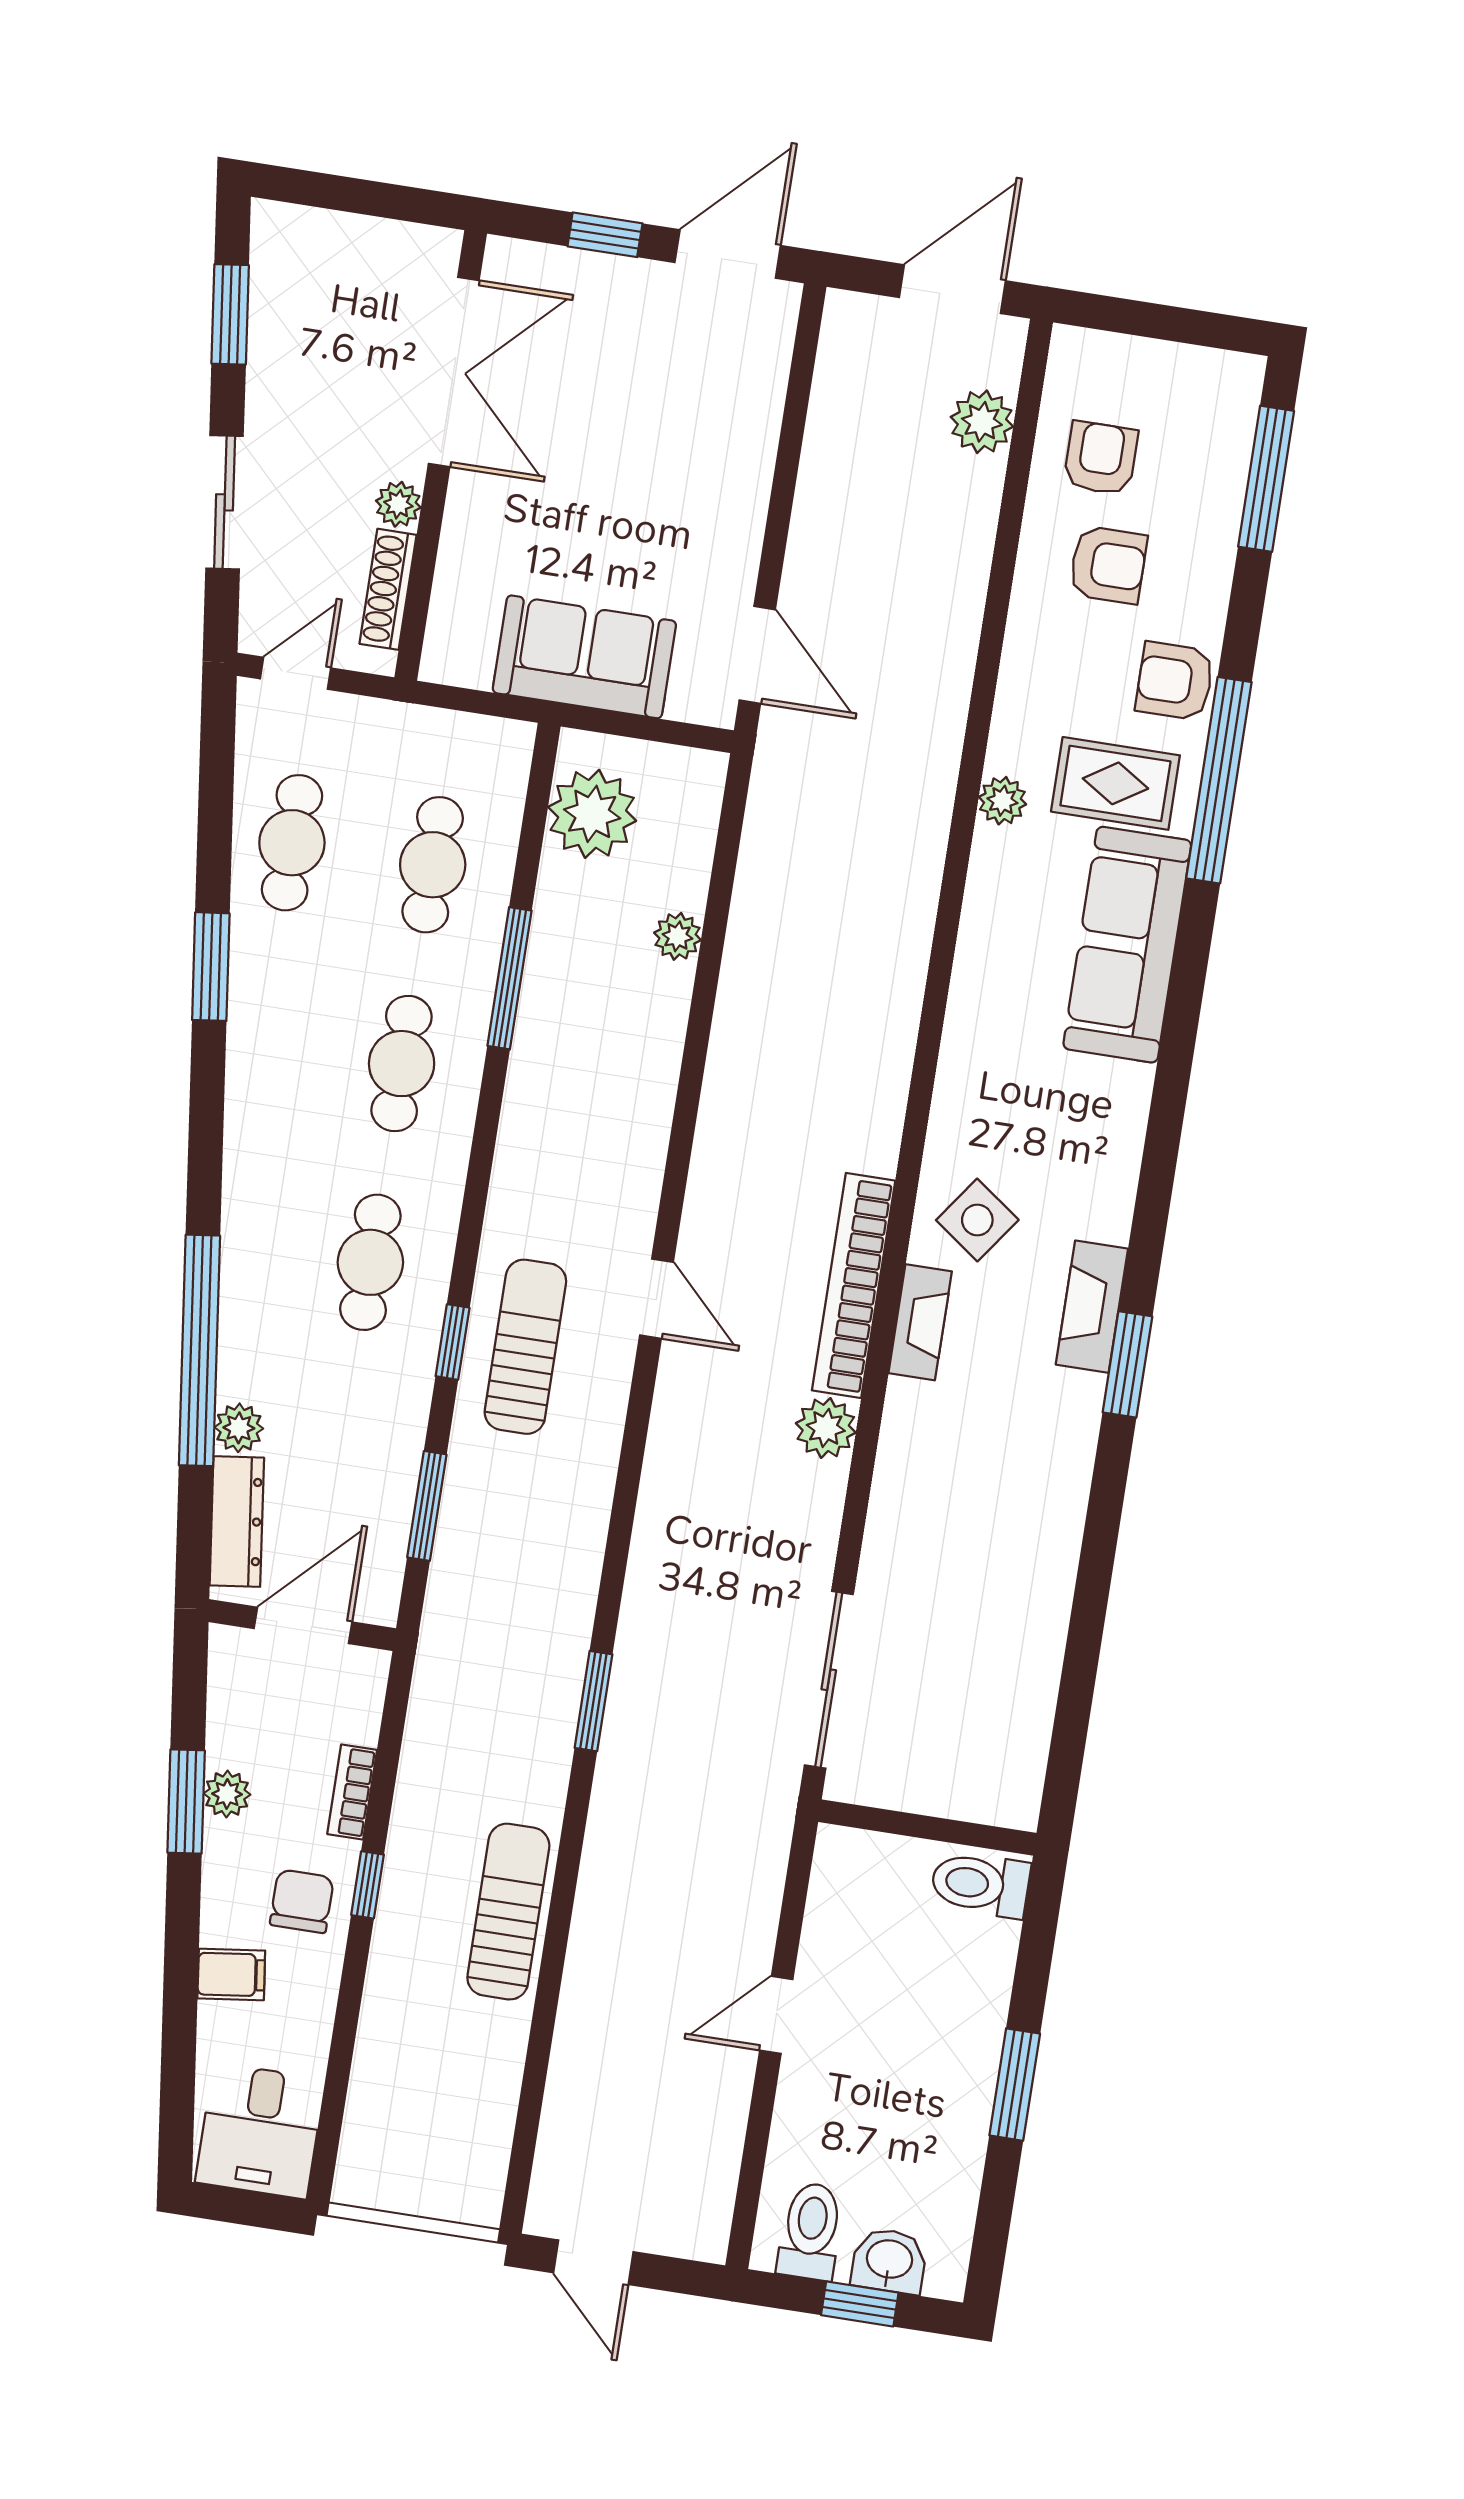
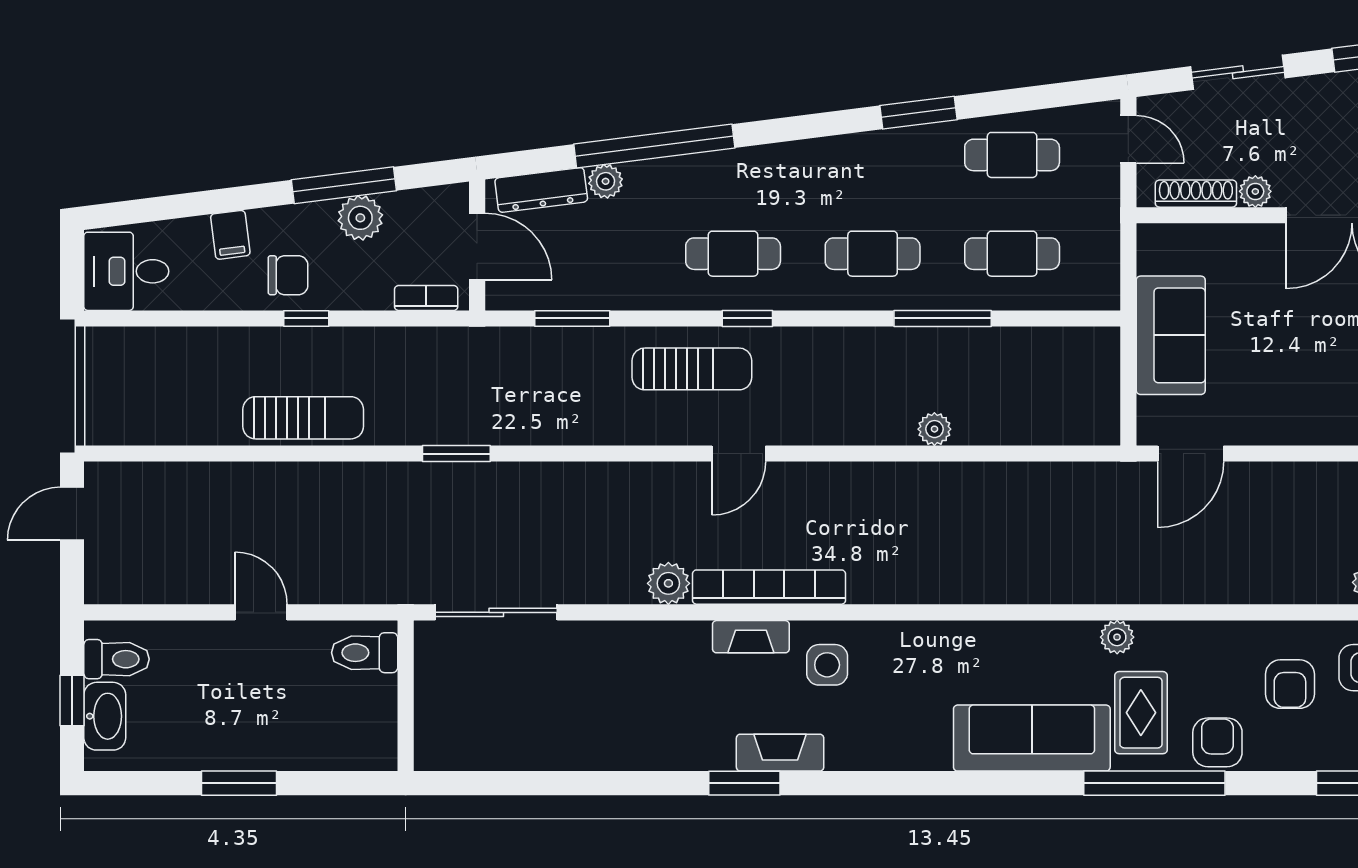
plant: (592, 814) -> (1064, 357), removed
plant: (678, 936) -> (934, 429), moved
side table: (977, 1220) -> (827, 665), turned -36
window: (453, 1342) -> (747, 318), moved
bookcase: (352, 1792) -> (426, 298), moved
plant: (227, 1794) -> (360, 218), width x1.38, depth x1.38
window: (186, 1801) -> (344, 185), width x1.44
toilet: (980, 1884) -> (365, 653), moved, turned -90
washbasin: (889, 2261) -> (105, 716), width x1.38

